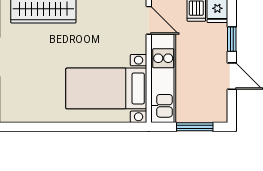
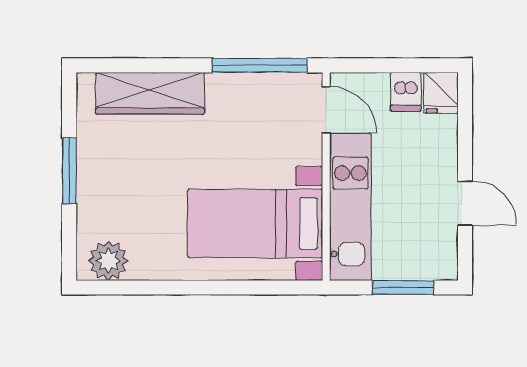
window: (232, 39) -> (465, 141), removed
plant: (18, 111) -> (108, 261), added

